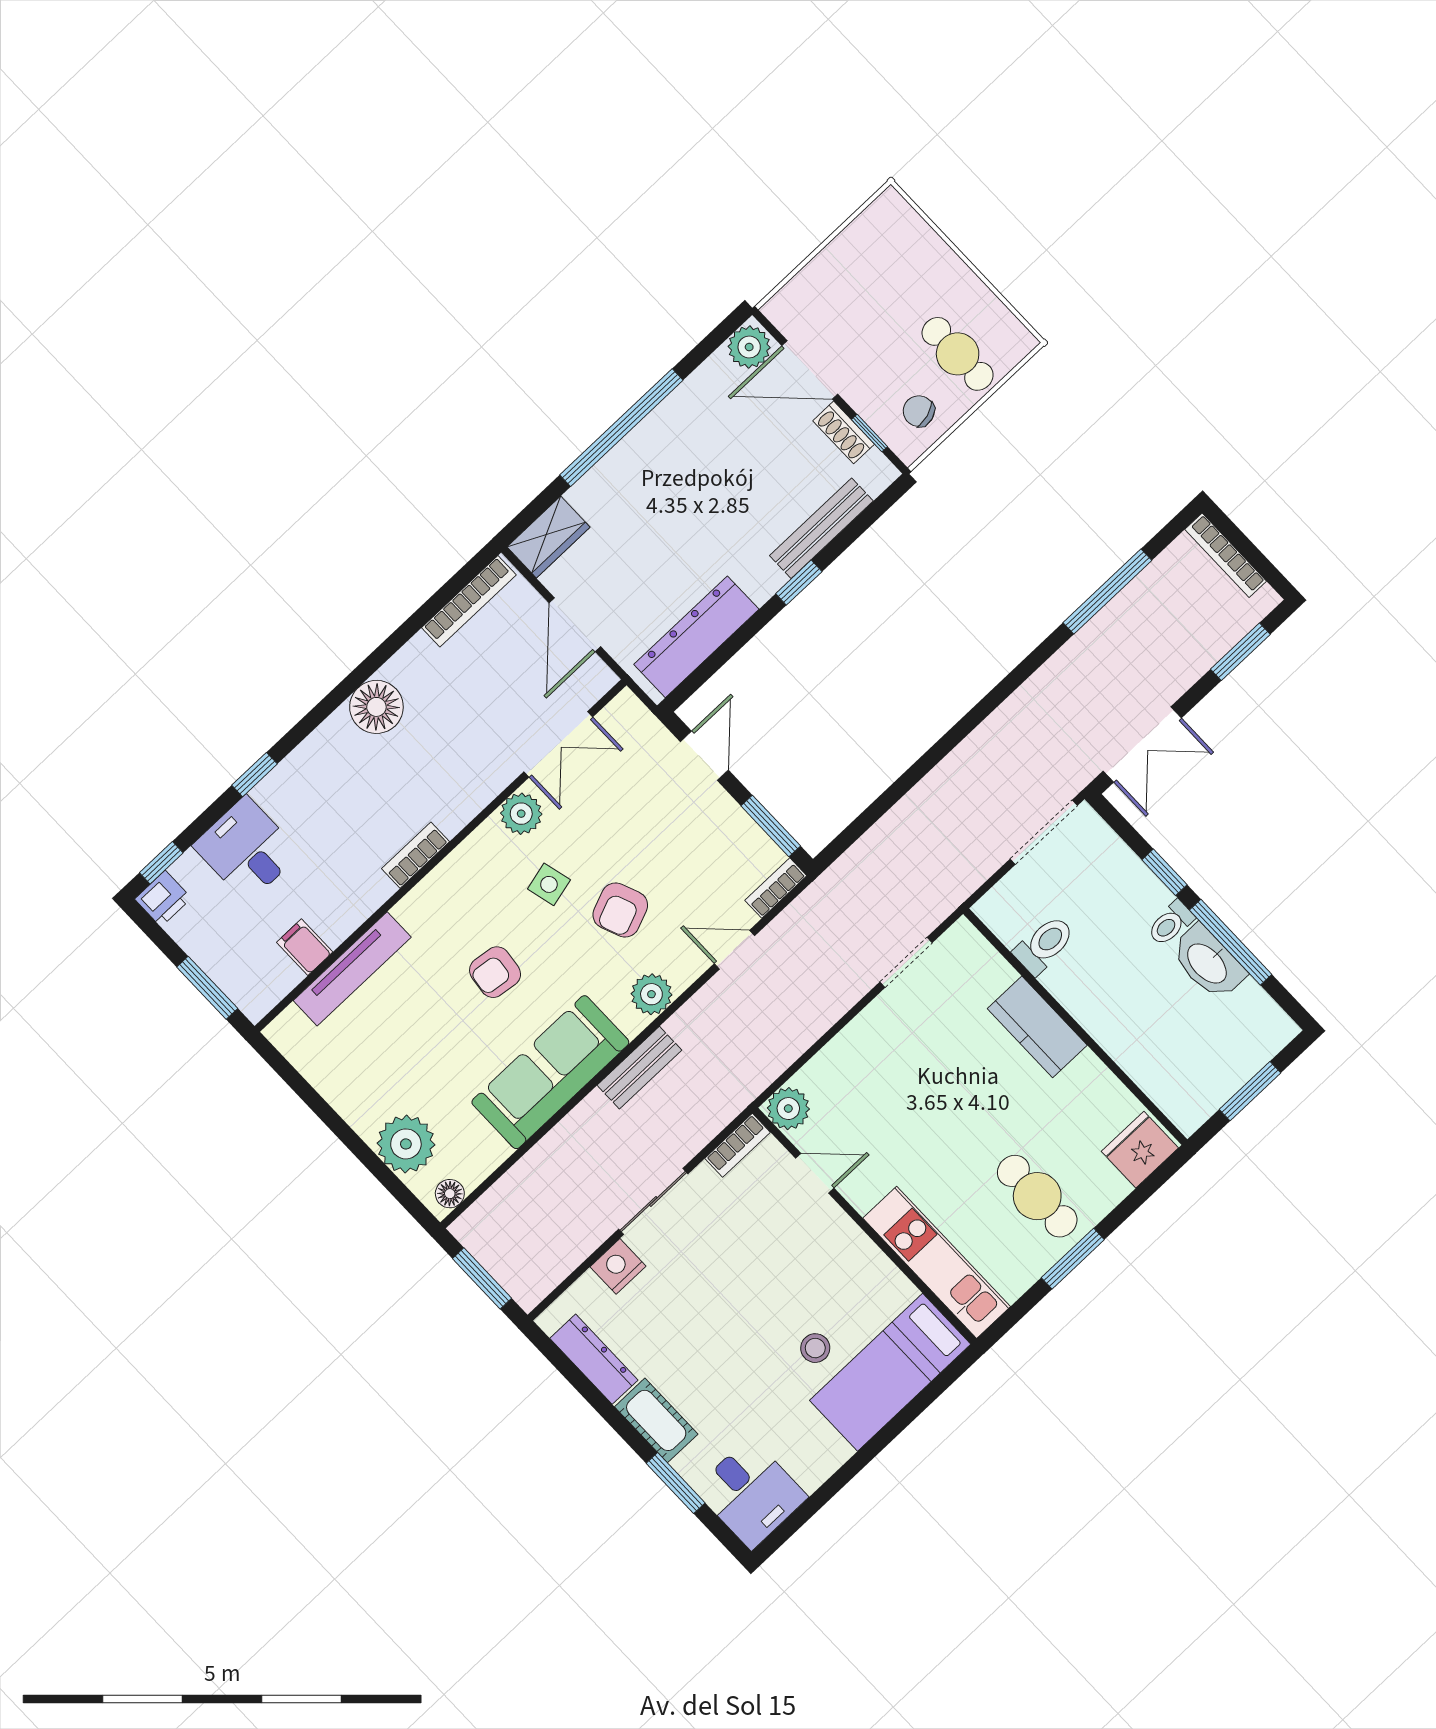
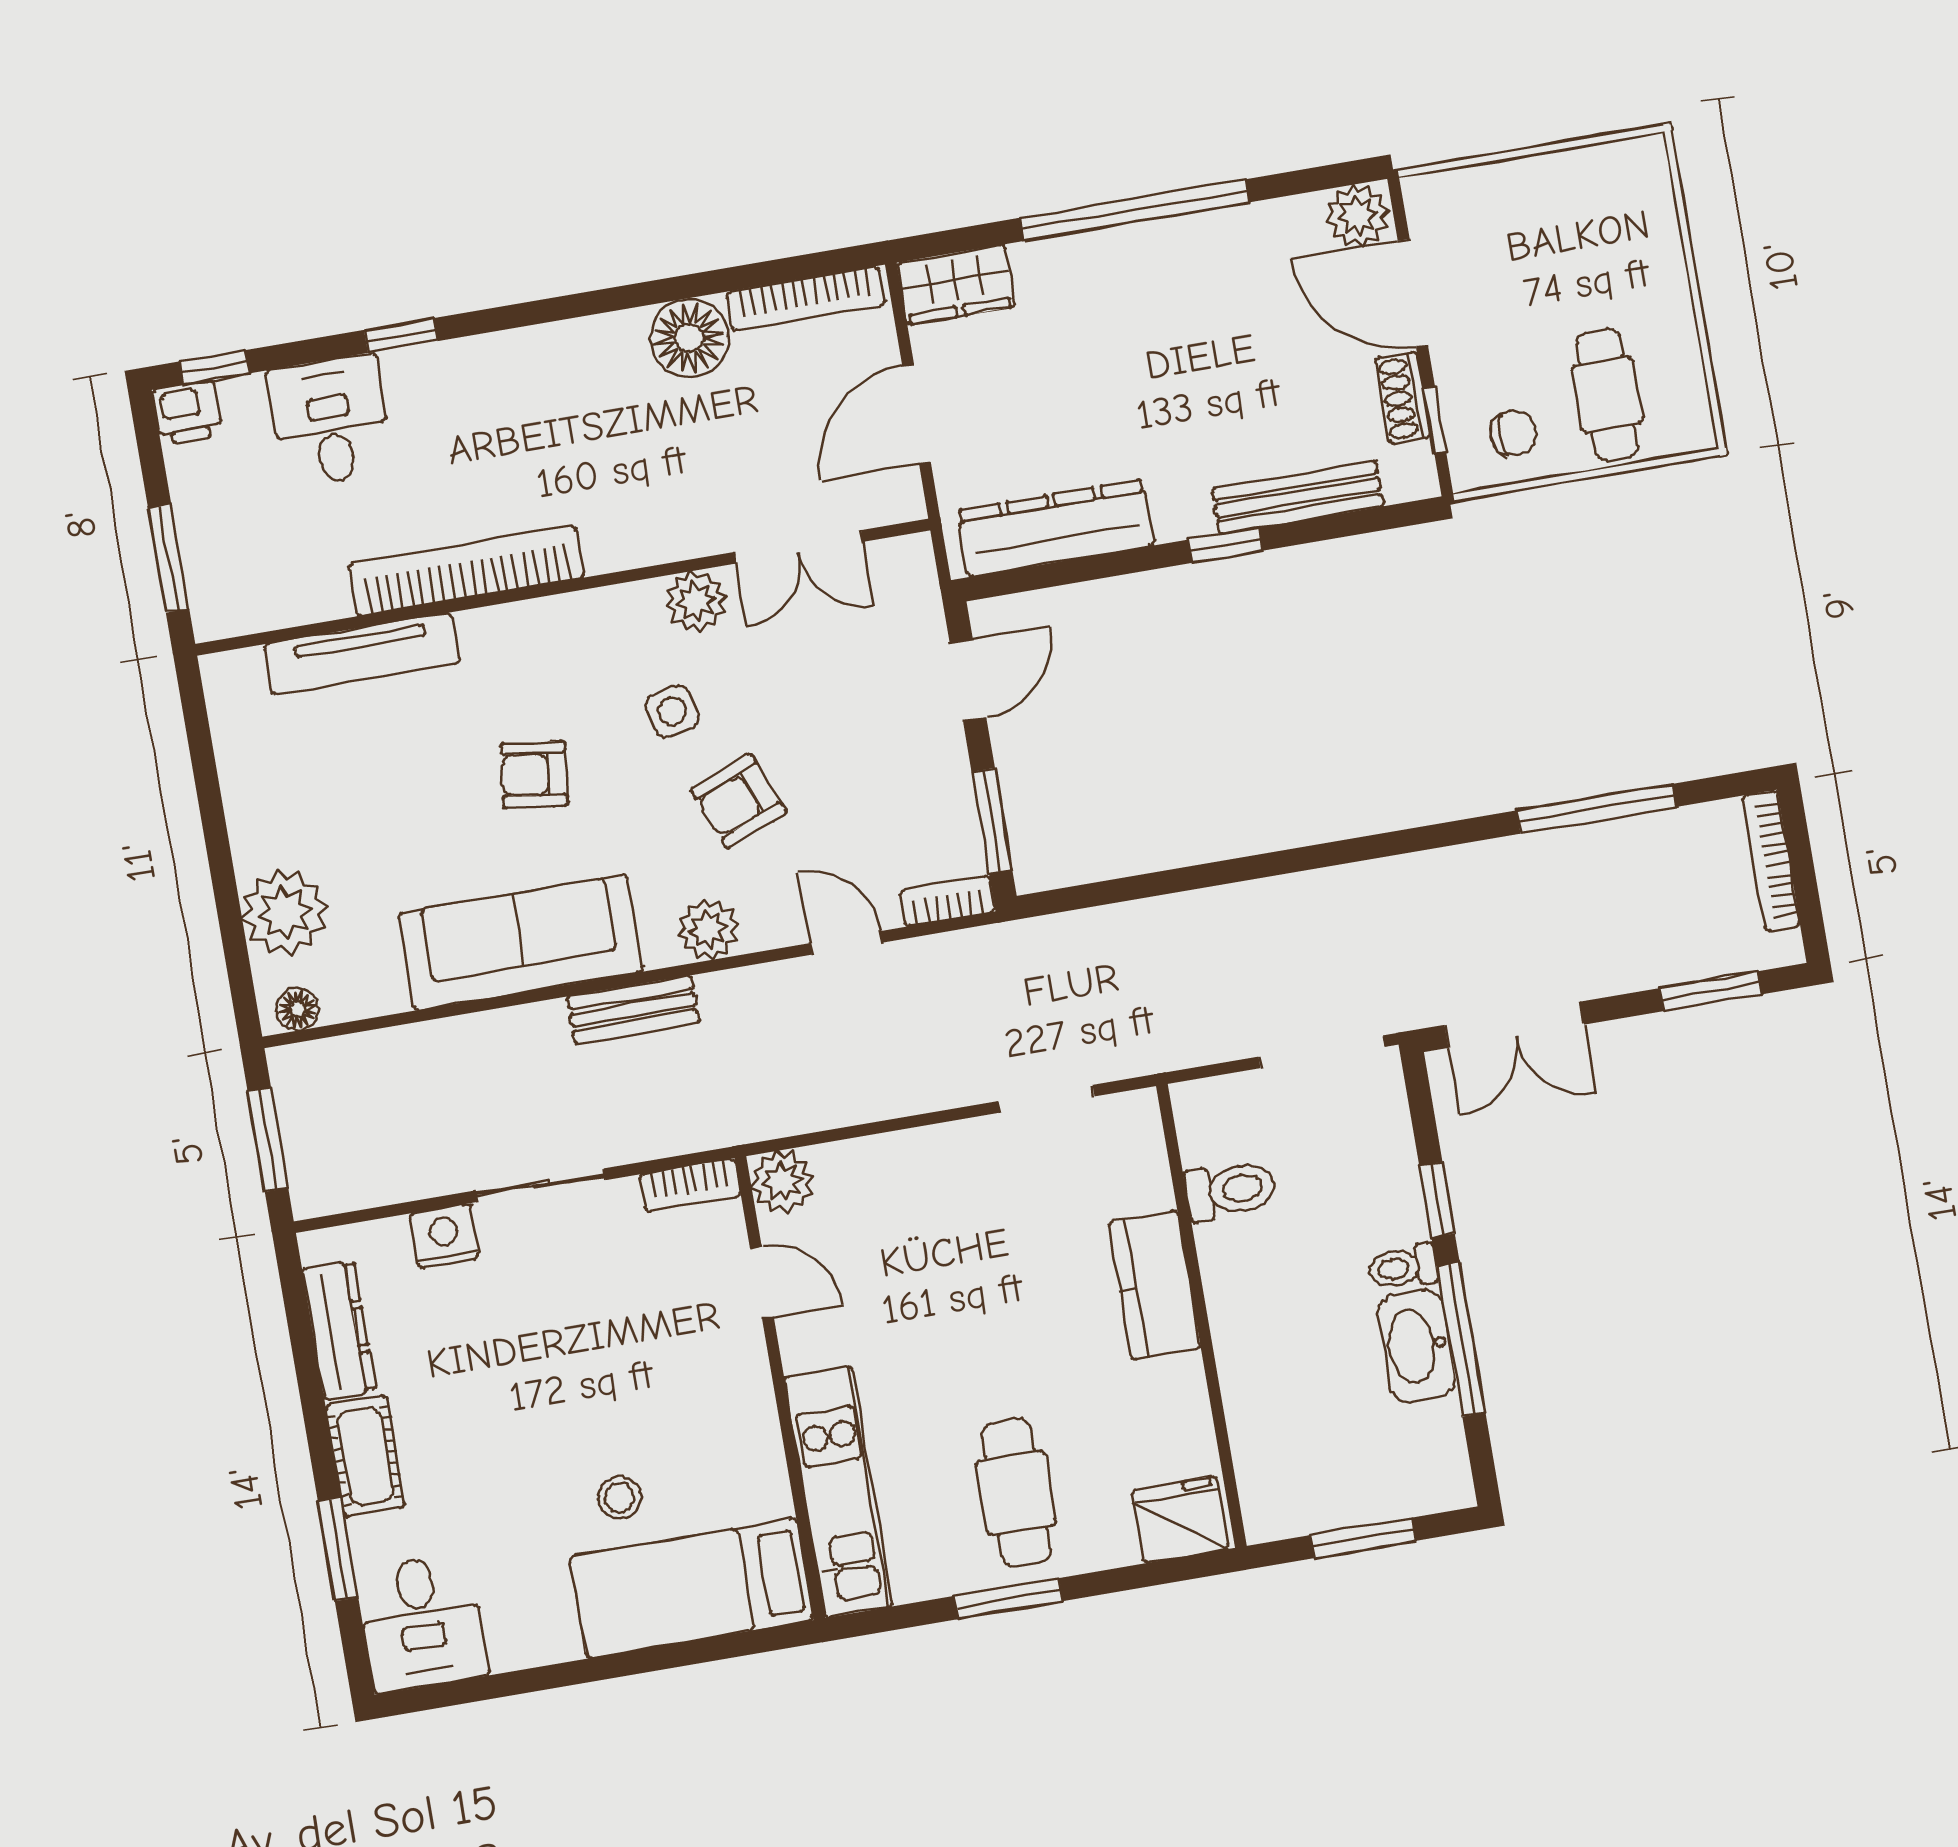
chair: (919, 411) -> (1513, 433), turned 107
floor lamp: (376, 707) -> (689, 338), moved
bookcase: (415, 855) -> (466, 571), width x2.31, depth x1.31
filing cabinet: (305, 947) -> (321, 588), removed

